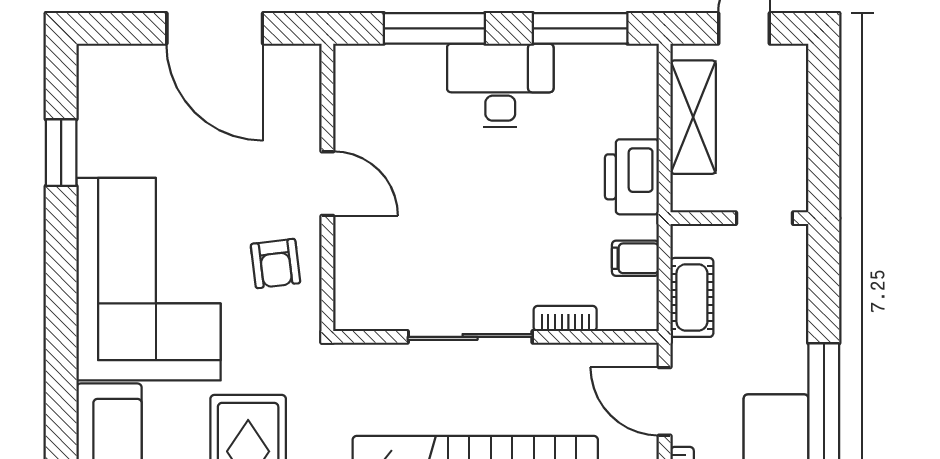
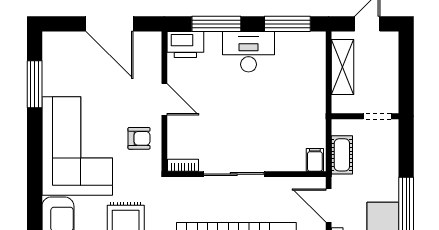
window: (61, 153) -> (35, 84), width x1.44
printer: (632, 177) -> (185, 44), moved, turned -90
filing cabinet: (635, 258) -> (315, 160), moved, turned 90
armchair: (275, 264) -> (139, 138), turned -83
bookcase: (565, 319) -> (183, 165), moved

